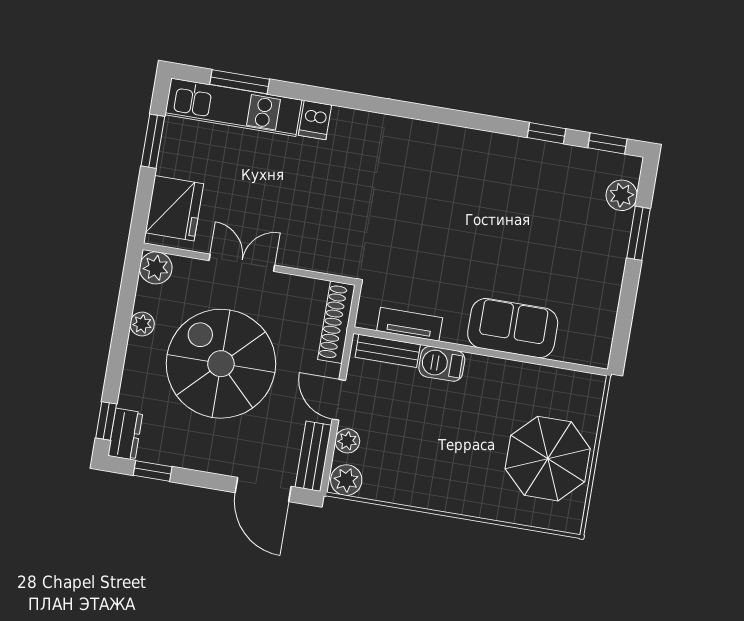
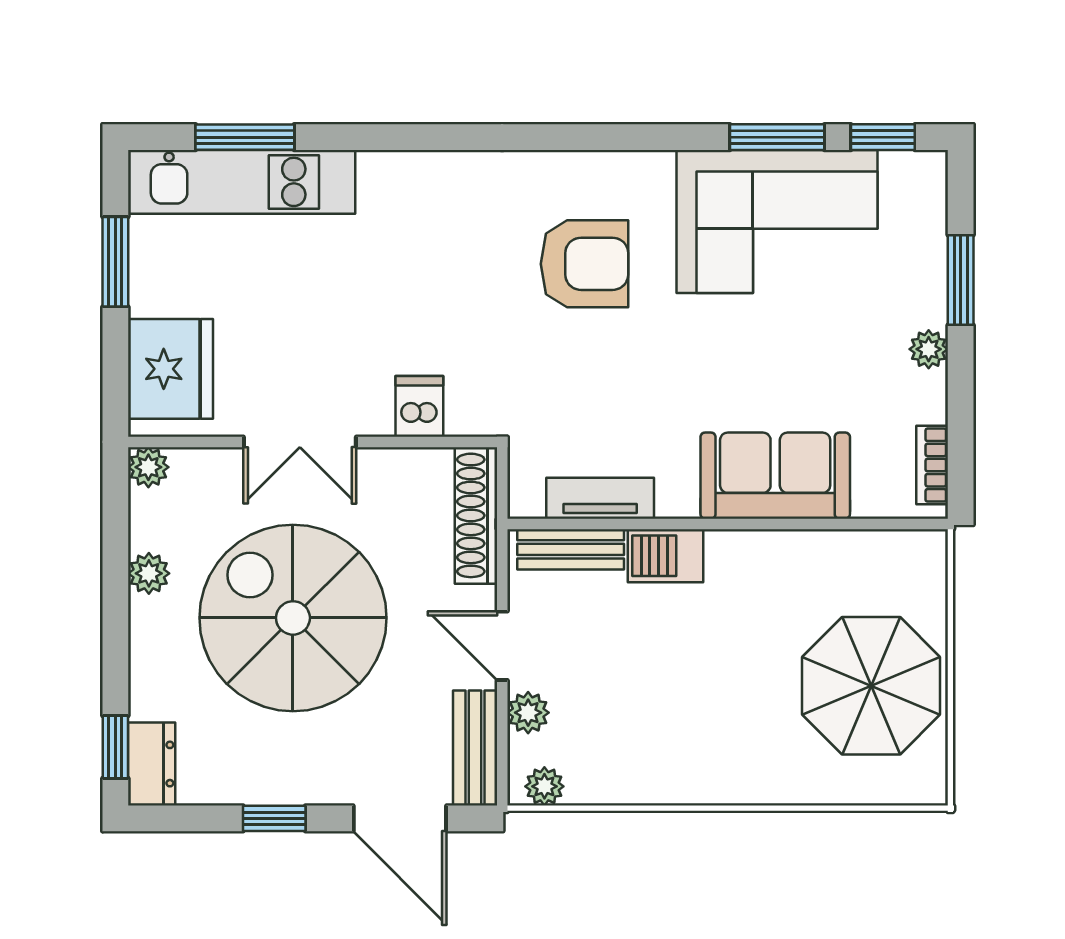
dishwasher: (315, 120) -> (419, 406), moved, turned 180
window: (546, 133) -> (777, 137), width x1.50
corner sofa: (538, 182) -> (777, 222), added
armchair: (423, 188) -> (585, 264), added
plant: (622, 195) -> (929, 349), moved, width x0.73, depth x0.73
double door: (242, 263) -> (300, 442), swing flipped
plant: (156, 268) -> (148, 467), width x0.73, depth x0.73
bookcase: (604, 337) -> (932, 465), added
window: (153, 471) -> (274, 818), moved
plant: (346, 480) -> (544, 786), width x0.73, depth x0.73

